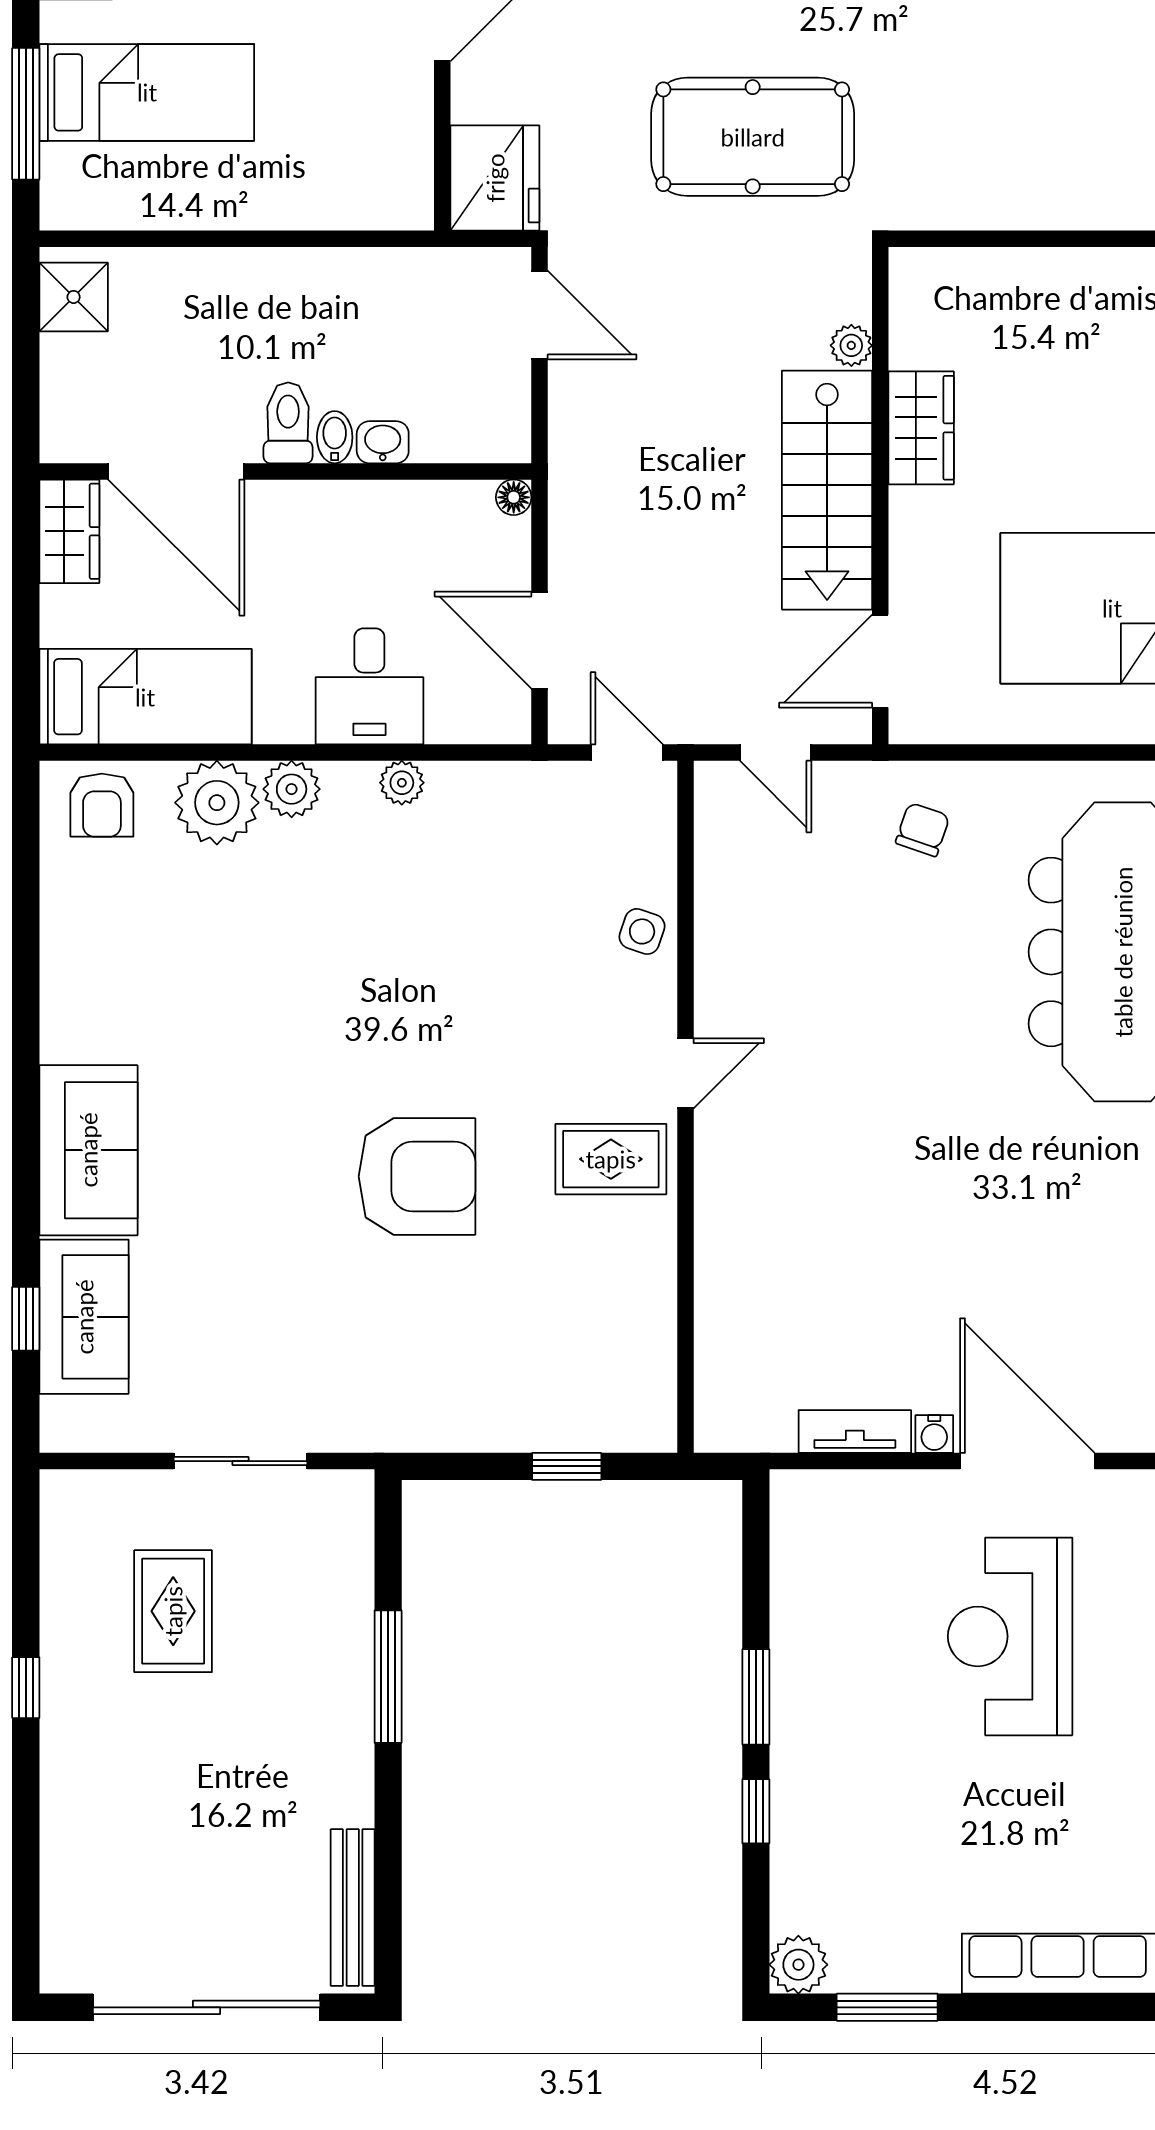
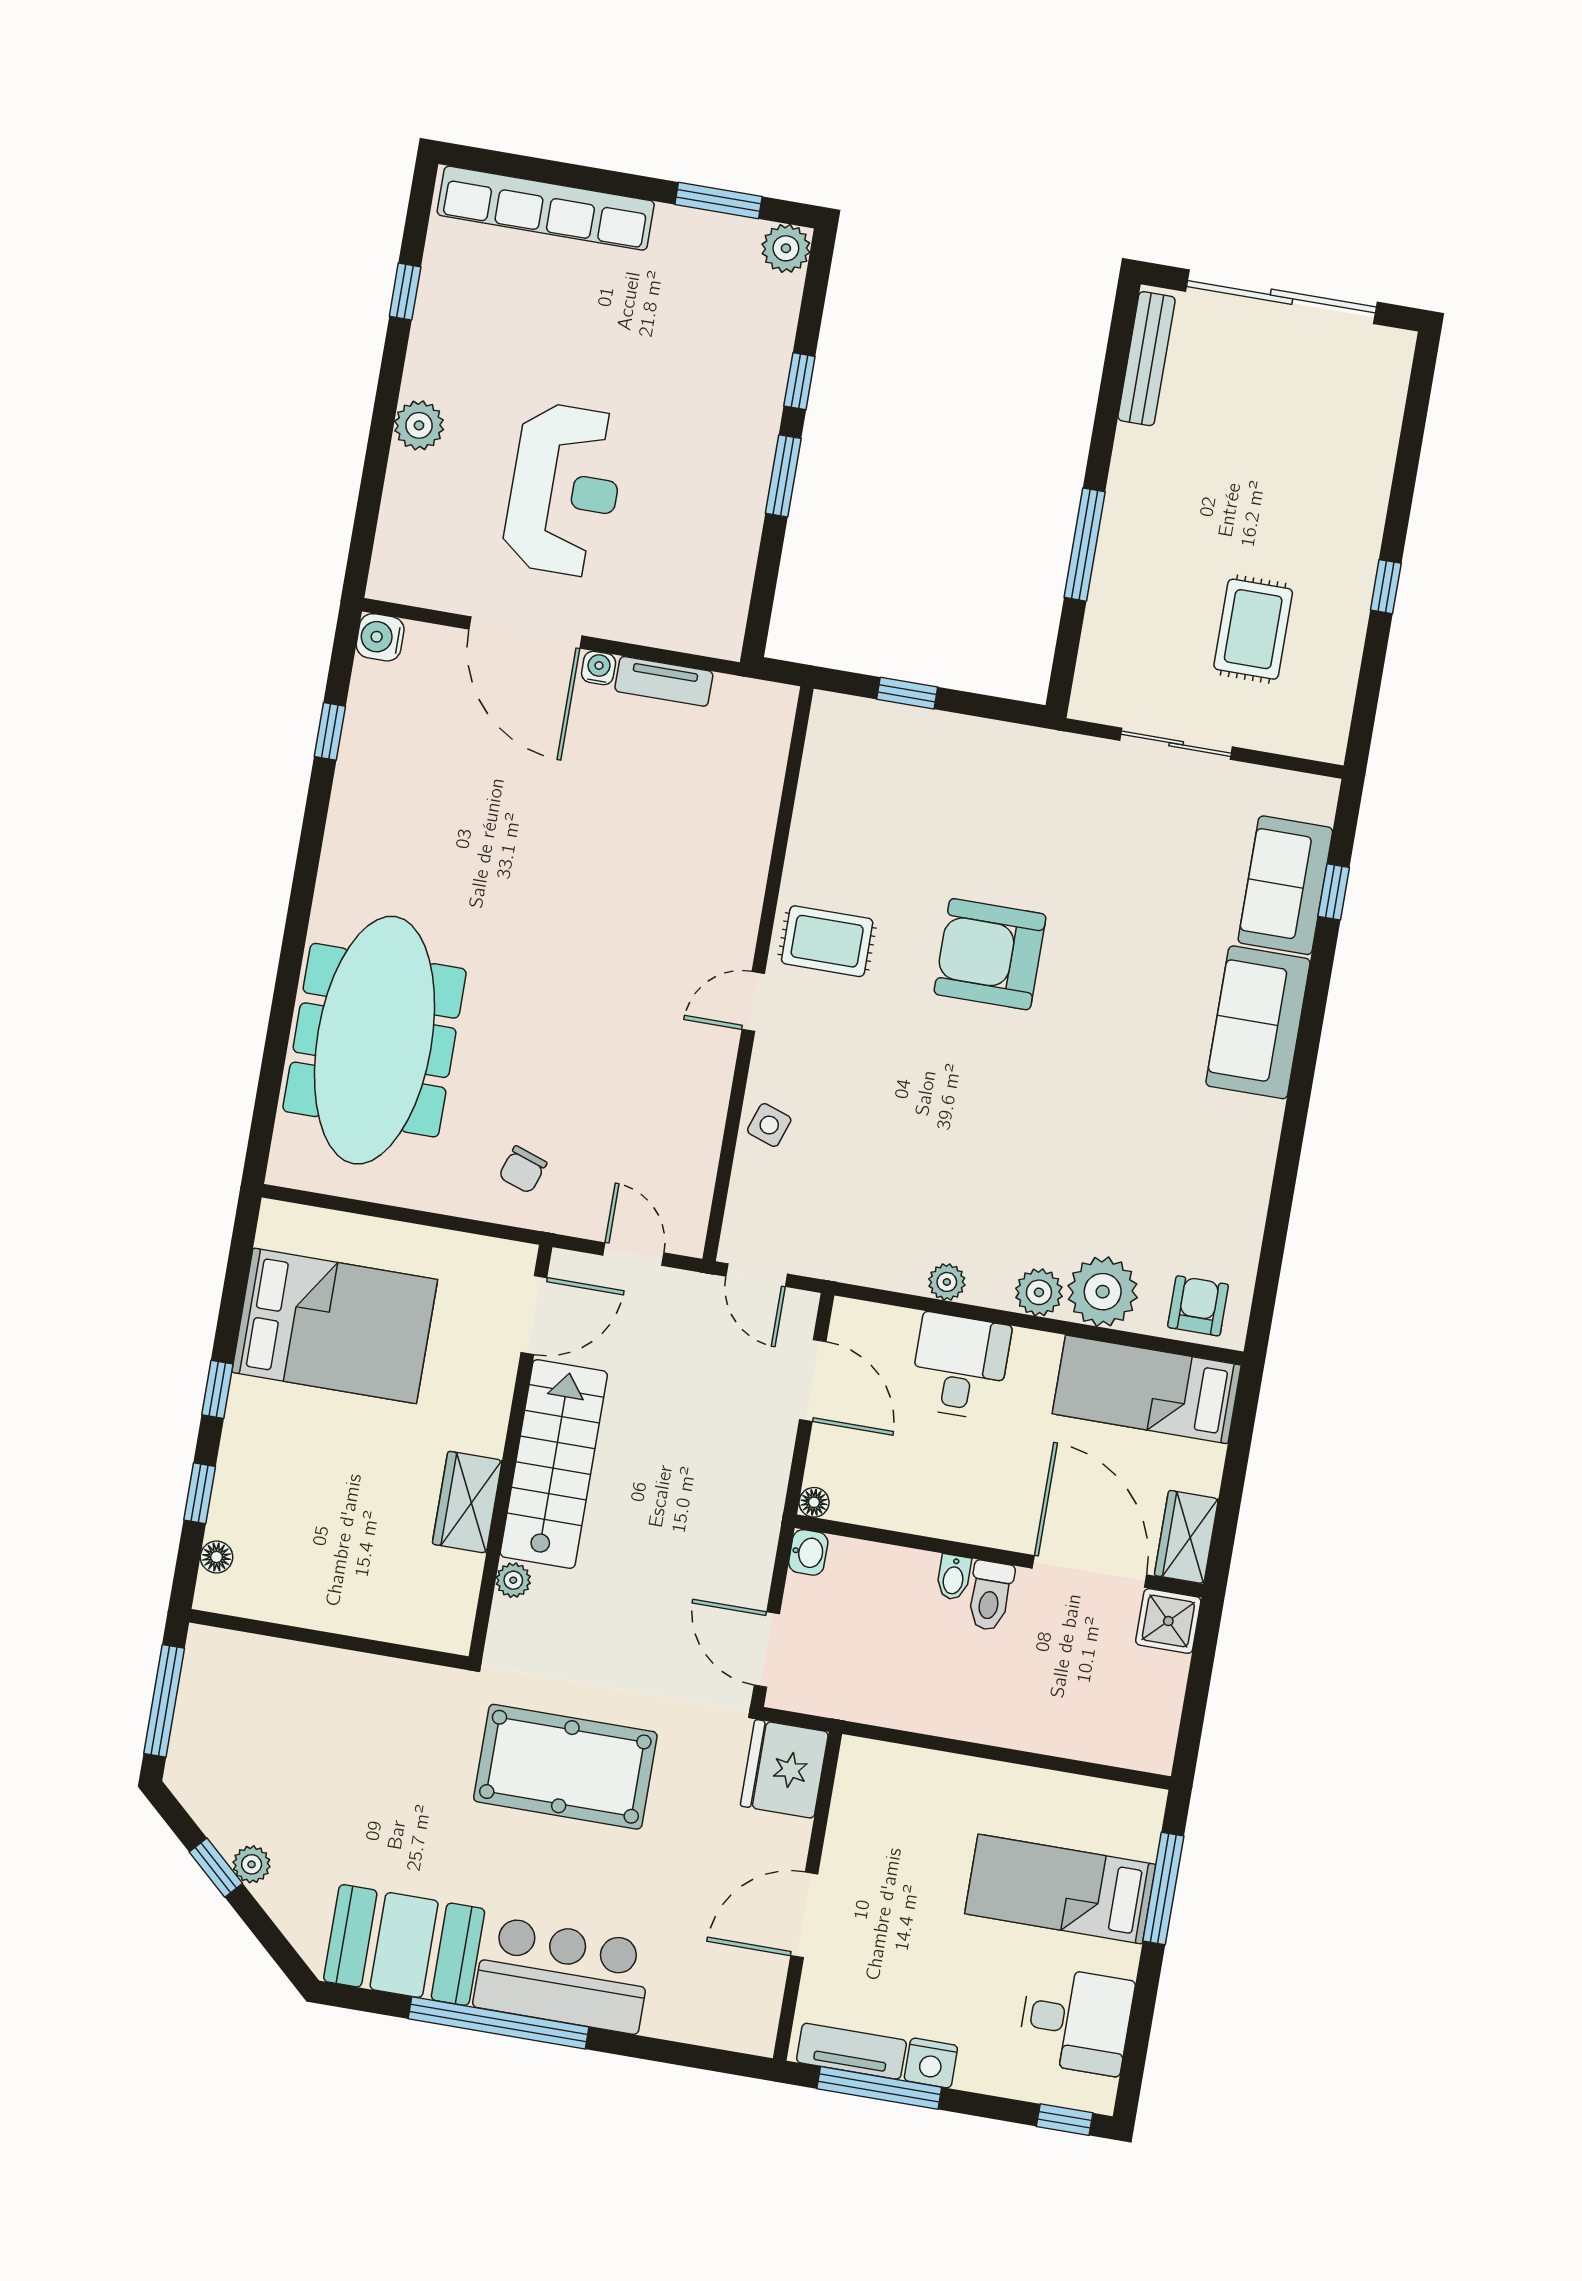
shower: (74, 297) -> (1168, 1621), moved
washbasin: (383, 442) -> (808, 1552), moved, turned -90

